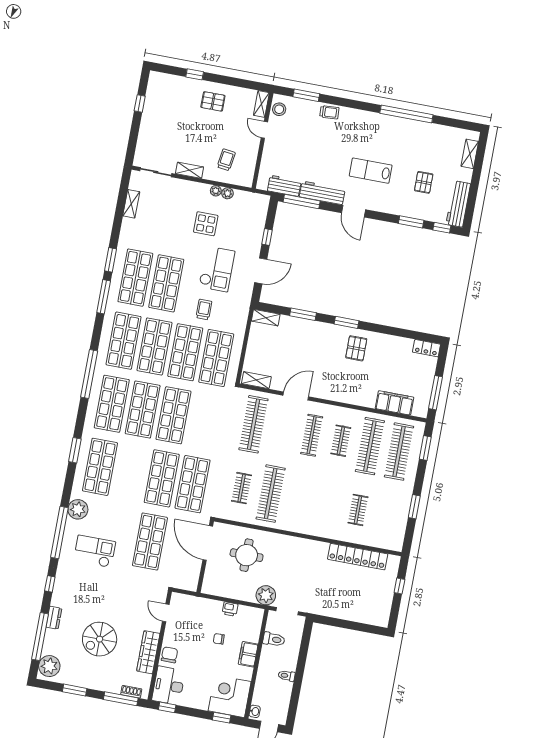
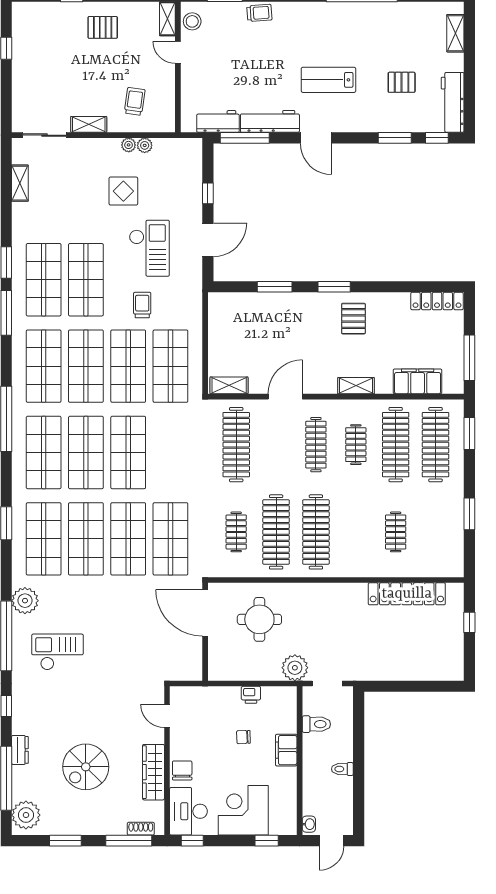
pallet: (424, 182) -> (402, 82), turned 90
shelving: (266, 318) -> (356, 386), moved
locker: (426, 348) -> (437, 301), width x1.53
clothes rail: (300, 499) -> (316, 532), added
shop shelf: (150, 541) -> (86, 539), moved
corner desk: (230, 696) -> (243, 810), moved

